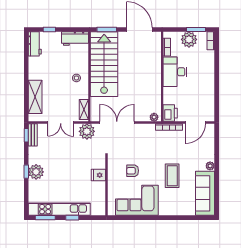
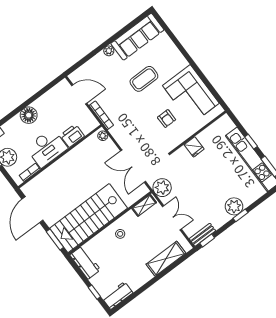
floor lamp: (207, 76) -> (29, 115), added
printer: (170, 113) -> (72, 136), moved

